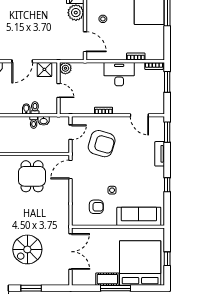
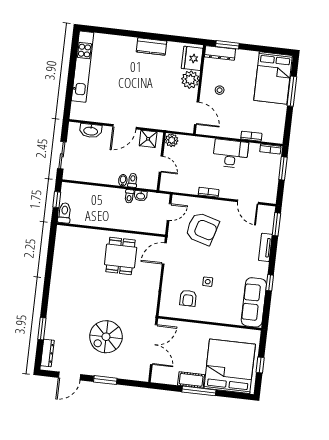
armchair: (96, 207) -> (188, 298), turned 90
sofa: (139, 216) -> (254, 302), moved, turned -90

